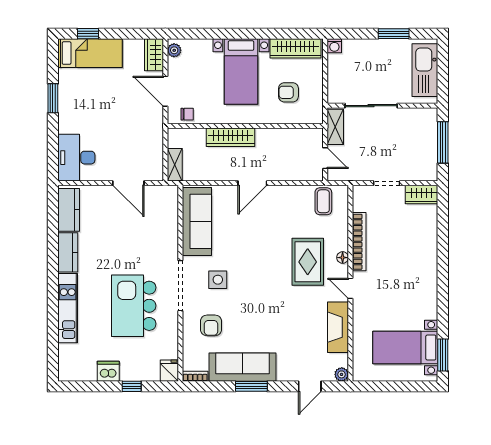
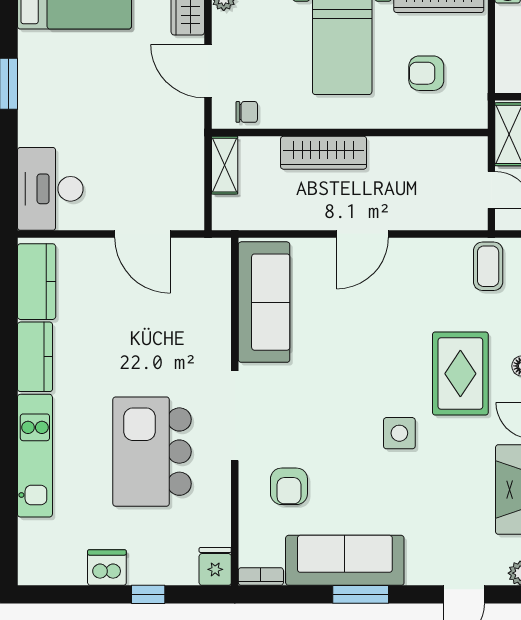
shelving: (175, 165) -> (225, 165), moved
side table: (218, 280) -> (399, 433), moved

